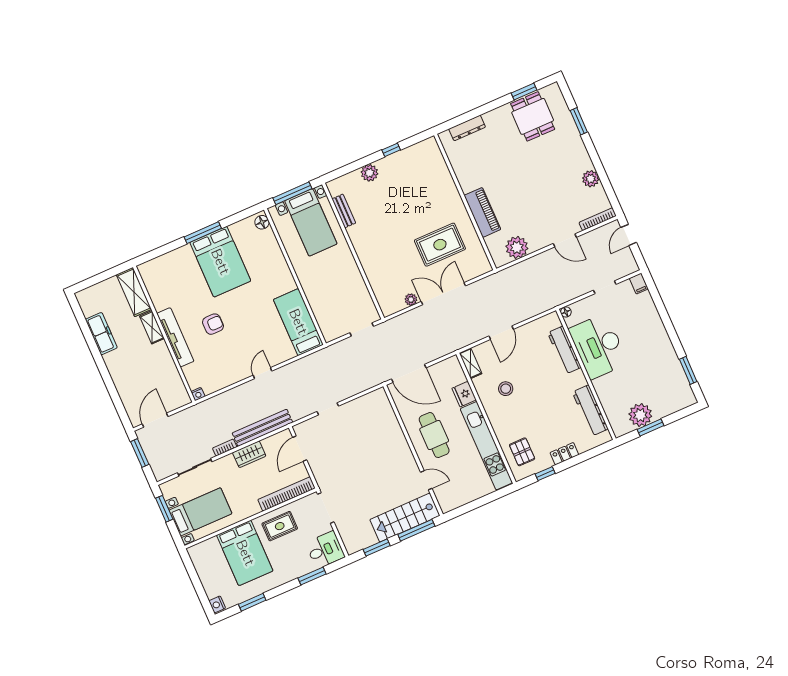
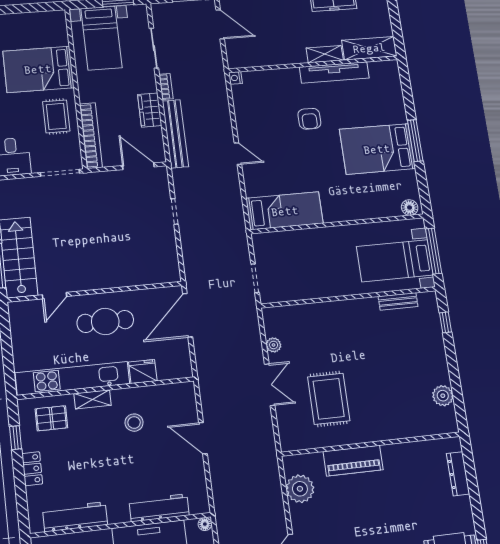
window: (391, 150) -> (445, 322), moved
plant: (369, 173) -> (443, 396), moved
double door: (443, 294) -> (270, 385), width x0.73
tv unit: (175, 337) -> (334, 72), moved
shelving: (470, 363) -> (92, 399), moved

